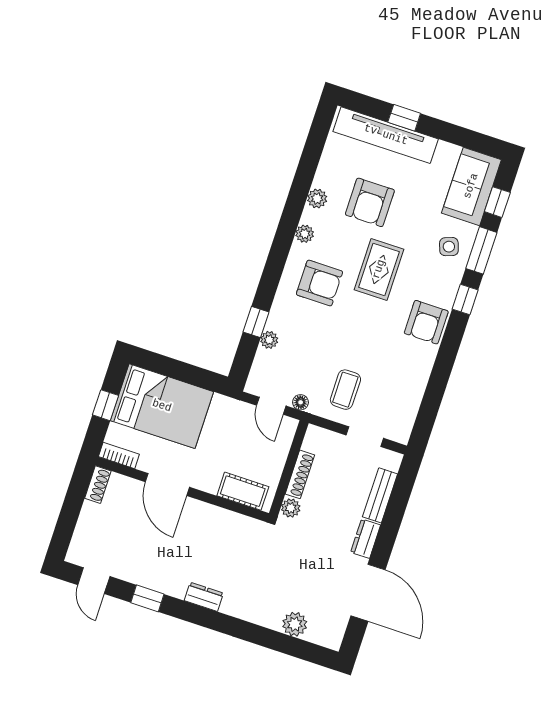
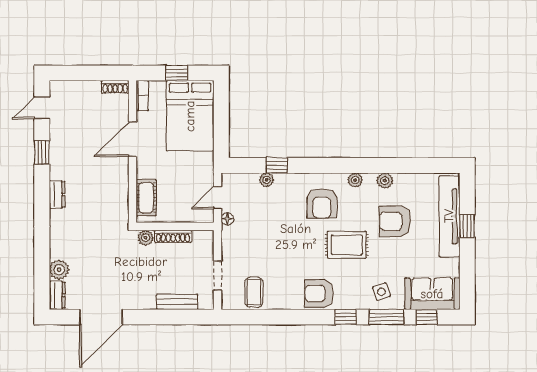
coffee table: (345, 390) -> (254, 292), moved, turned 90
dresser: (366, 539) -> (57, 295), moved, turned 90

